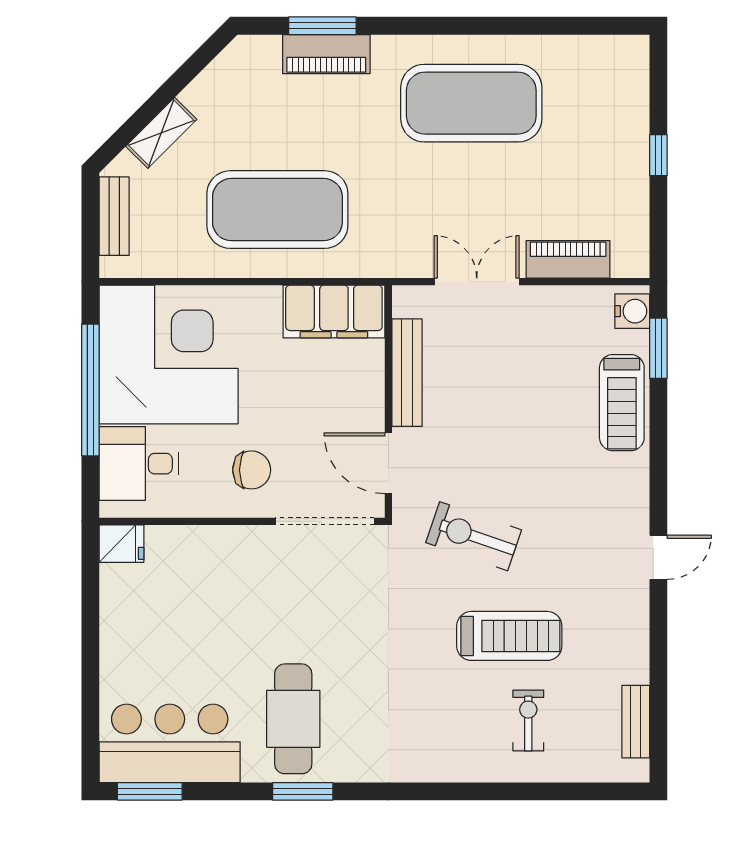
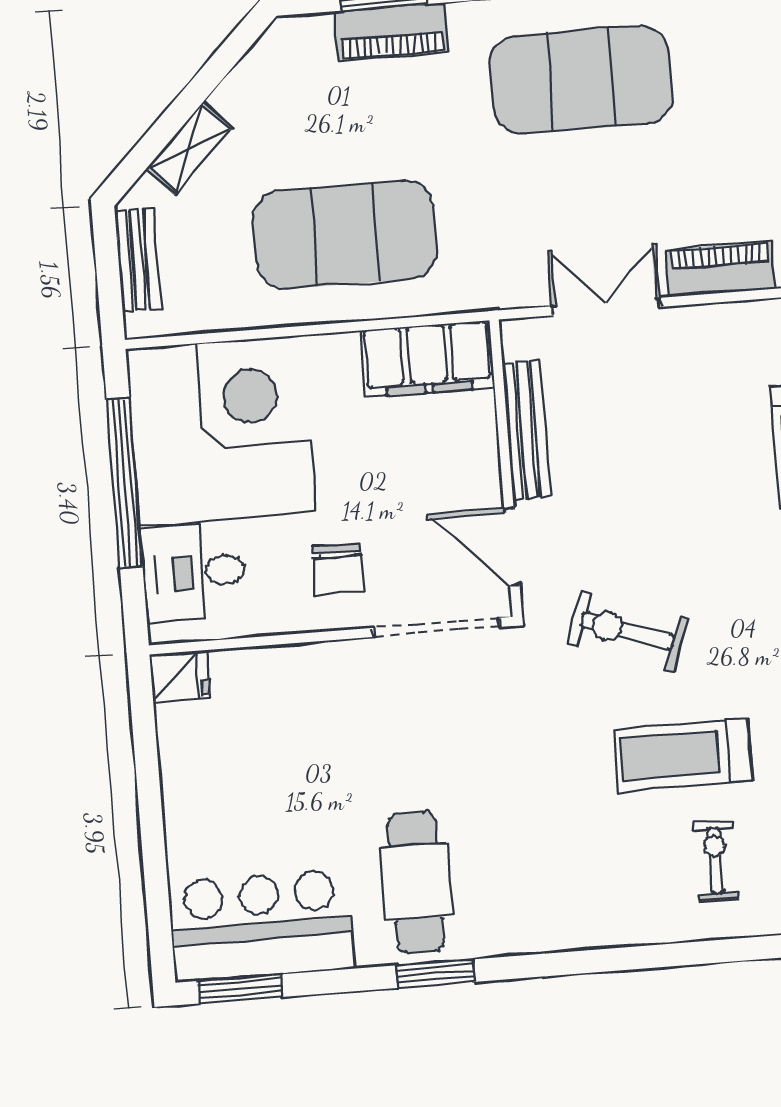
chair: (252, 470) -> (338, 569), turned 90
treadmill: (509, 636) -> (683, 755), turned 180

